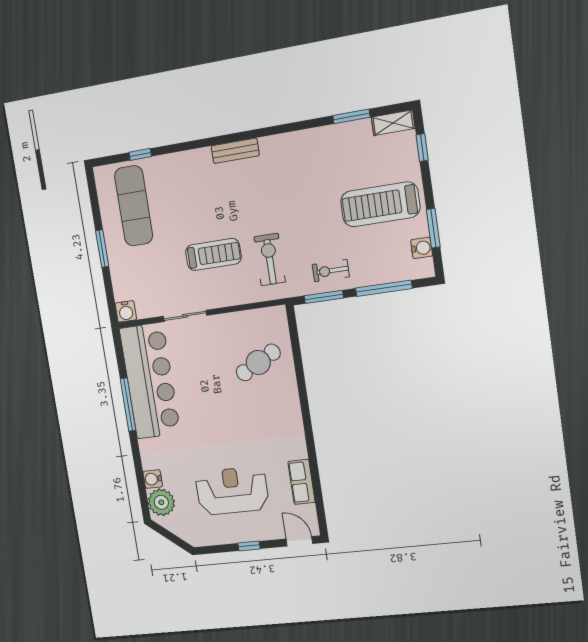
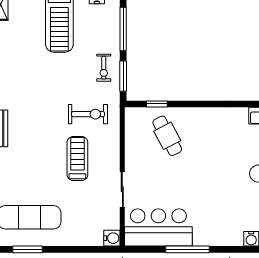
window: (102, 249) -> (27, 249), moved
exercise bike: (270, 259) -> (88, 114), turned 180
window: (295, 344) -> (157, 104), added
bar counter: (150, 381) -> (158, 227), width x0.73

